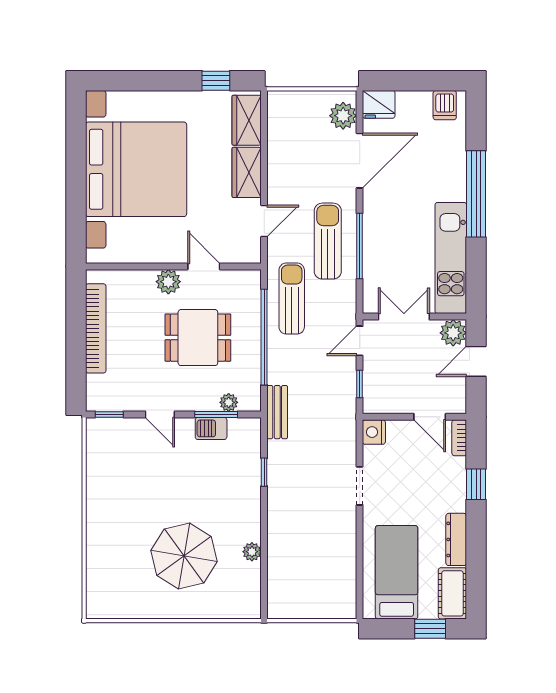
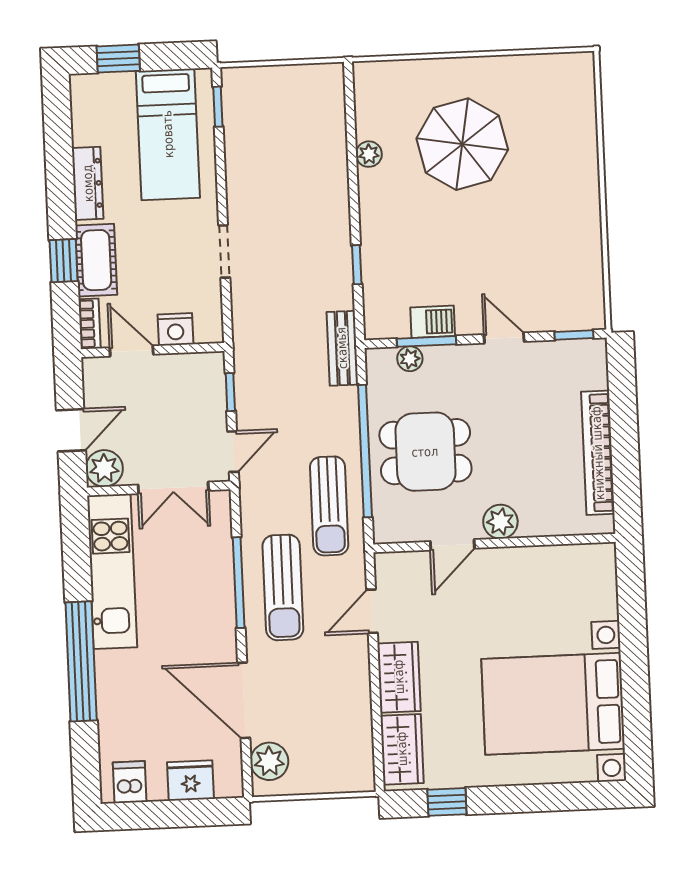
fridge: (379, 104) -> (190, 781), moved
door: (360, 161) -> (244, 700), hinge flipped
bed with nightstands: (136, 169) -> (553, 704), width x0.73
door: (204, 266) -> (452, 545), hinge flipped
dining table: (198, 338) -> (425, 452), moved
nightstand: (374, 432) -> (176, 329), moved, turned 90
window: (360, 591) -> (218, 107), added
cot: (452, 593) -> (96, 260), moved

